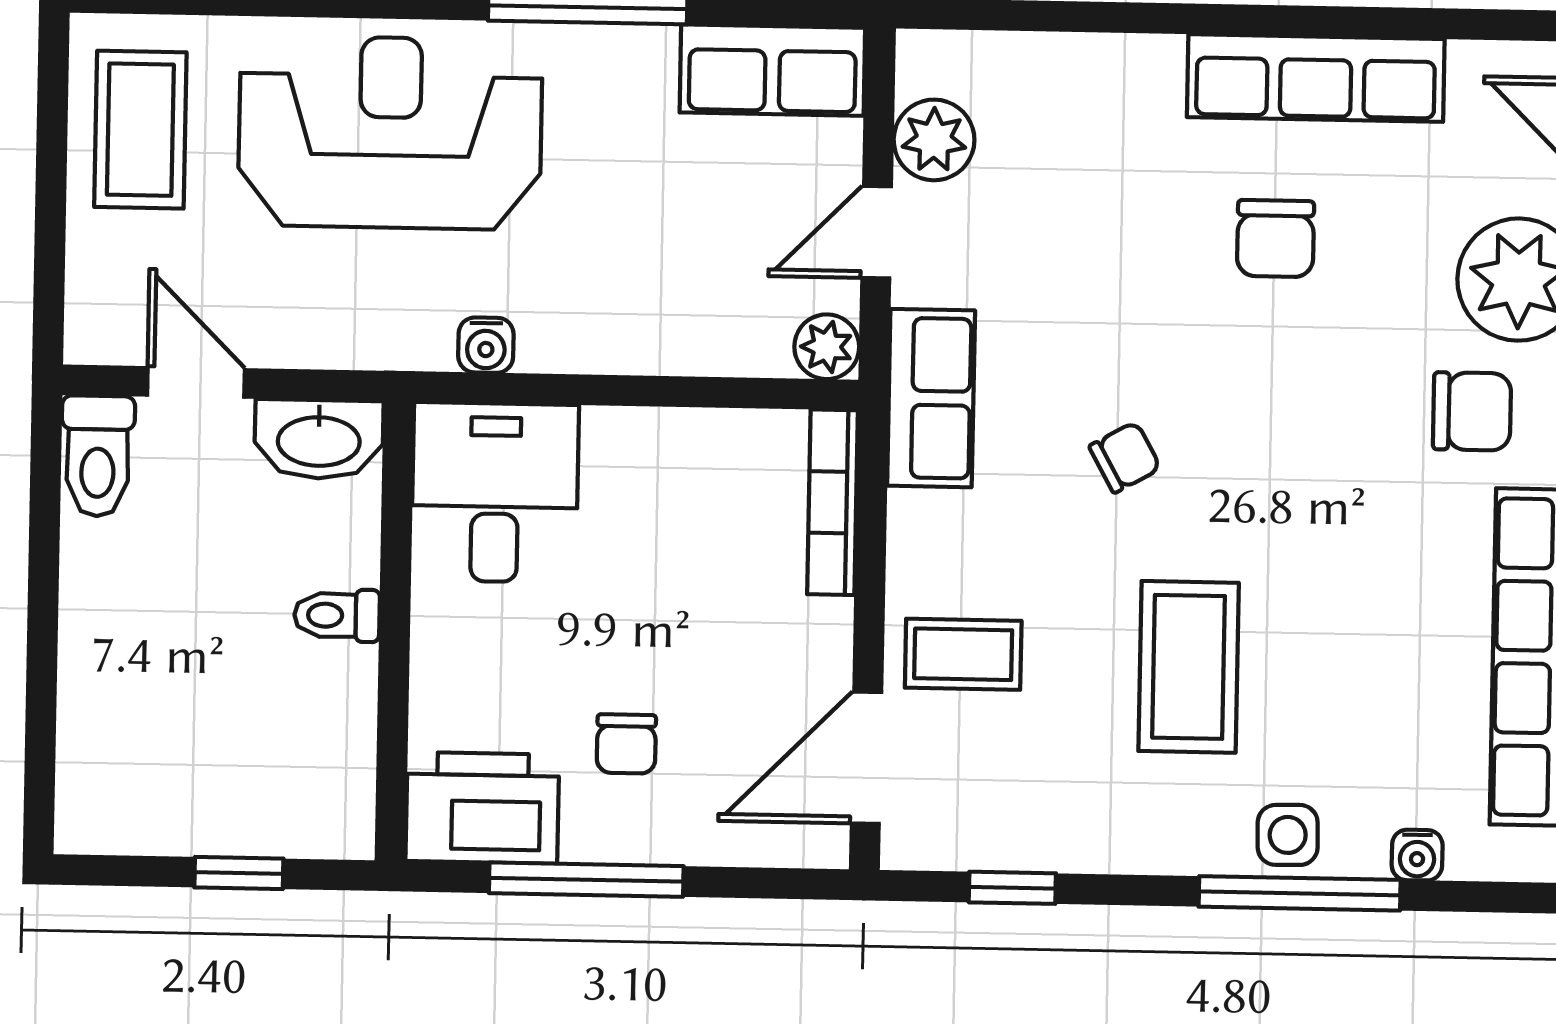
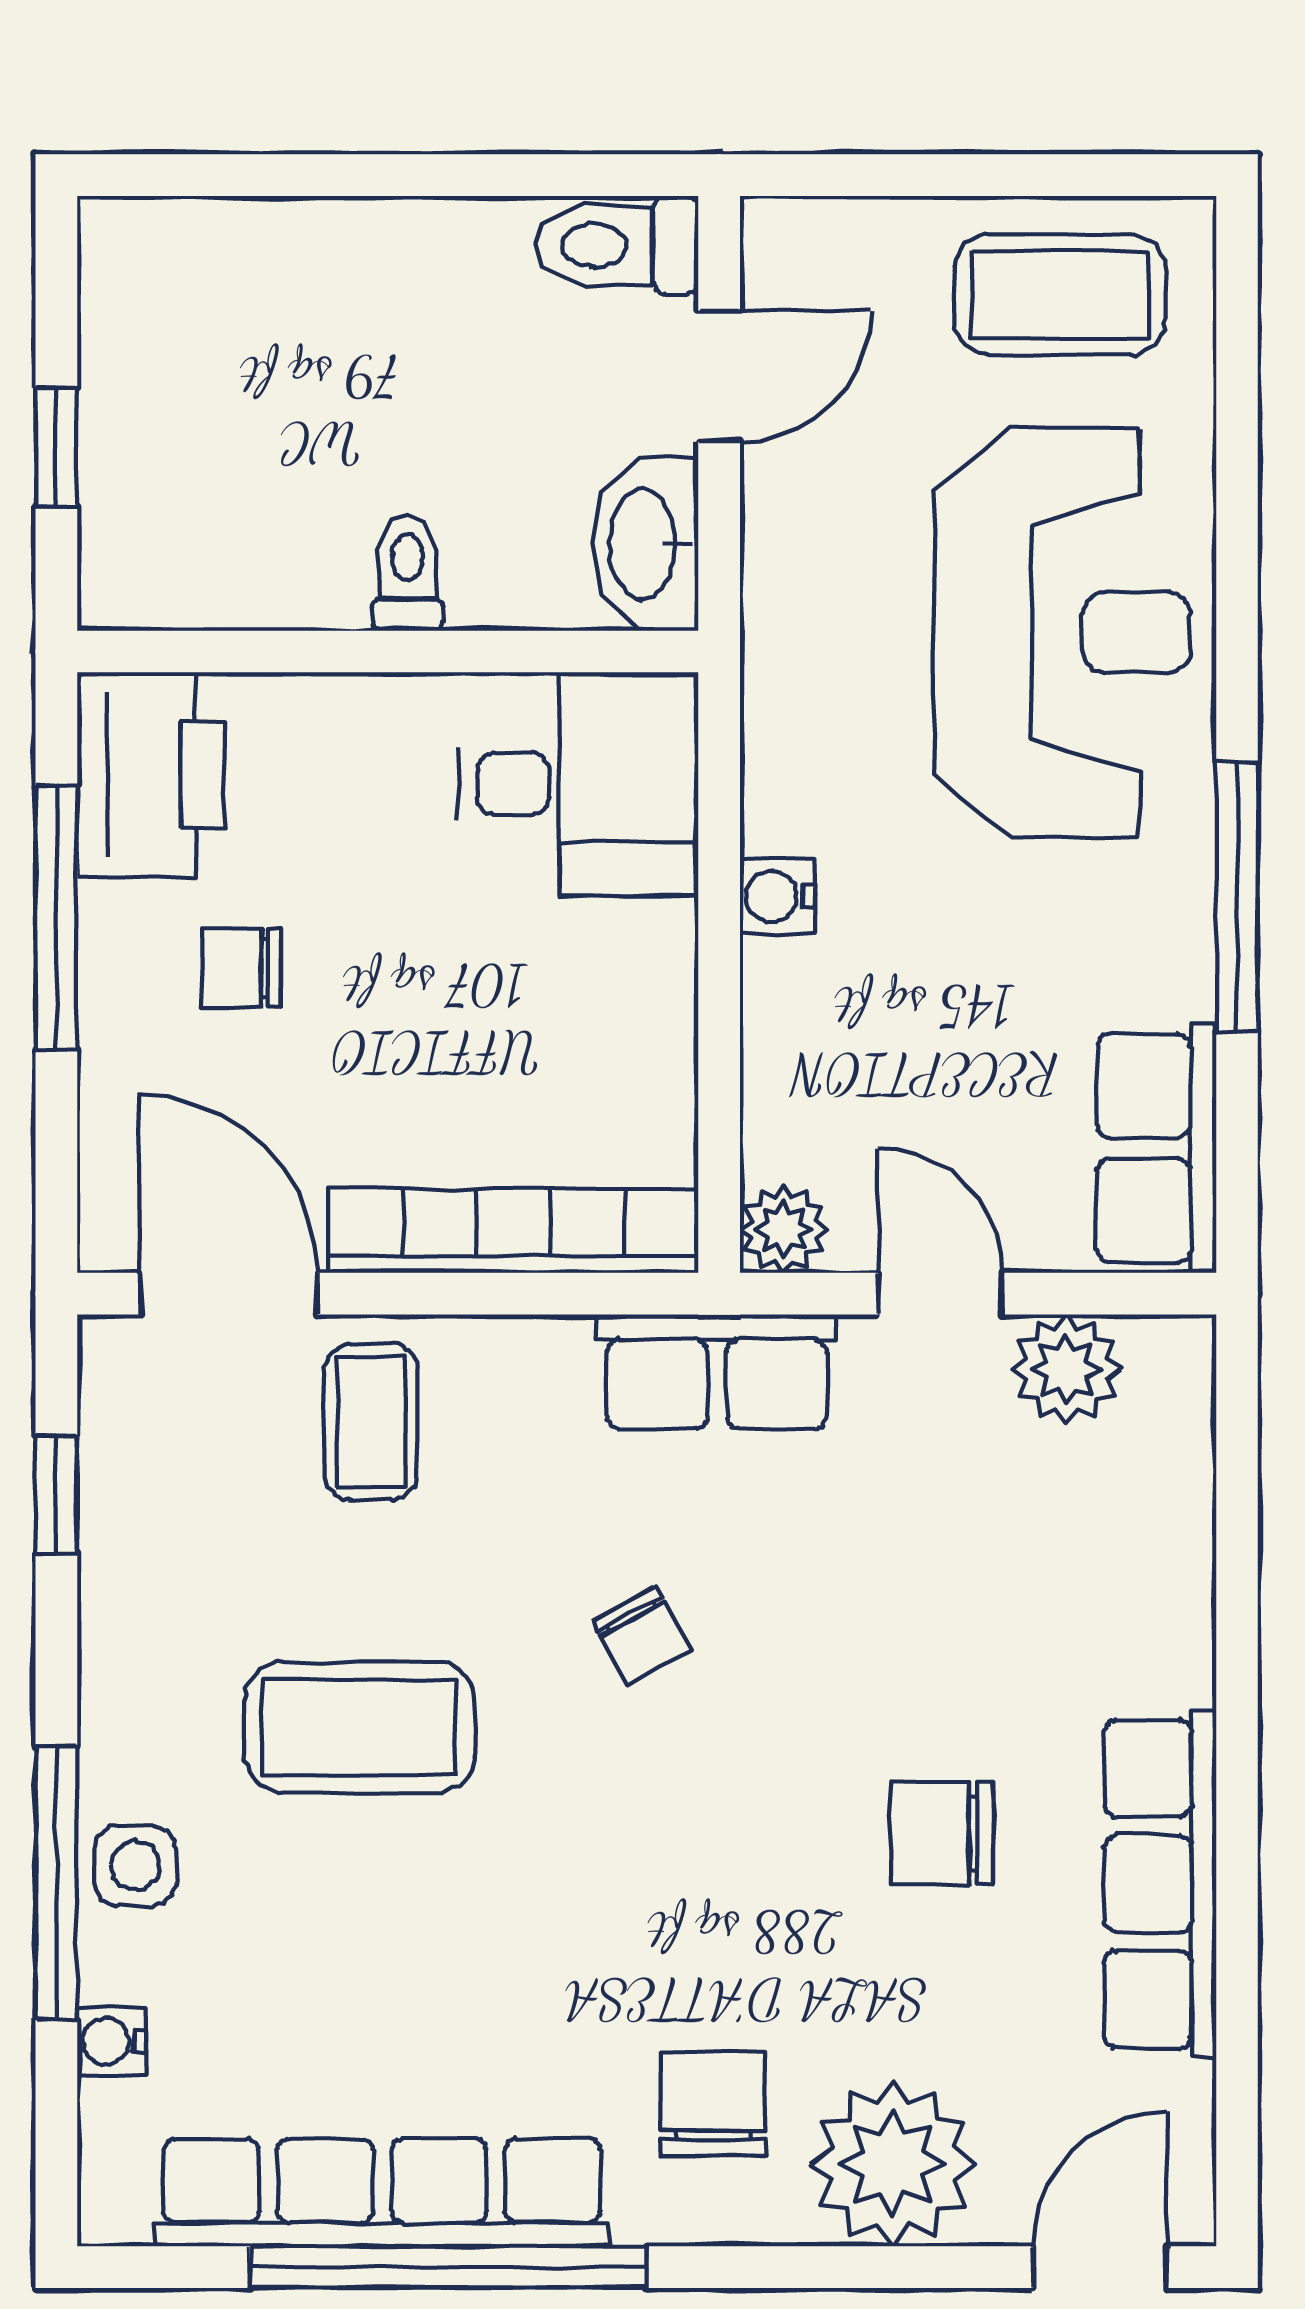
water cooler: (486, 345) -> (777, 896), moved
chair: (1472, 411) -> (713, 2104), turned 180
bookcase: (832, 502) -> (513, 1231), width x1.48, depth x1.31

